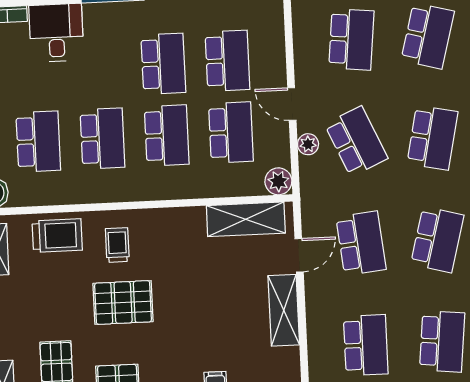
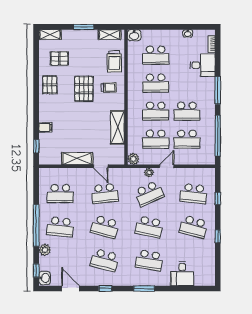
shelving: (246, 219) -> (117, 127), moved

